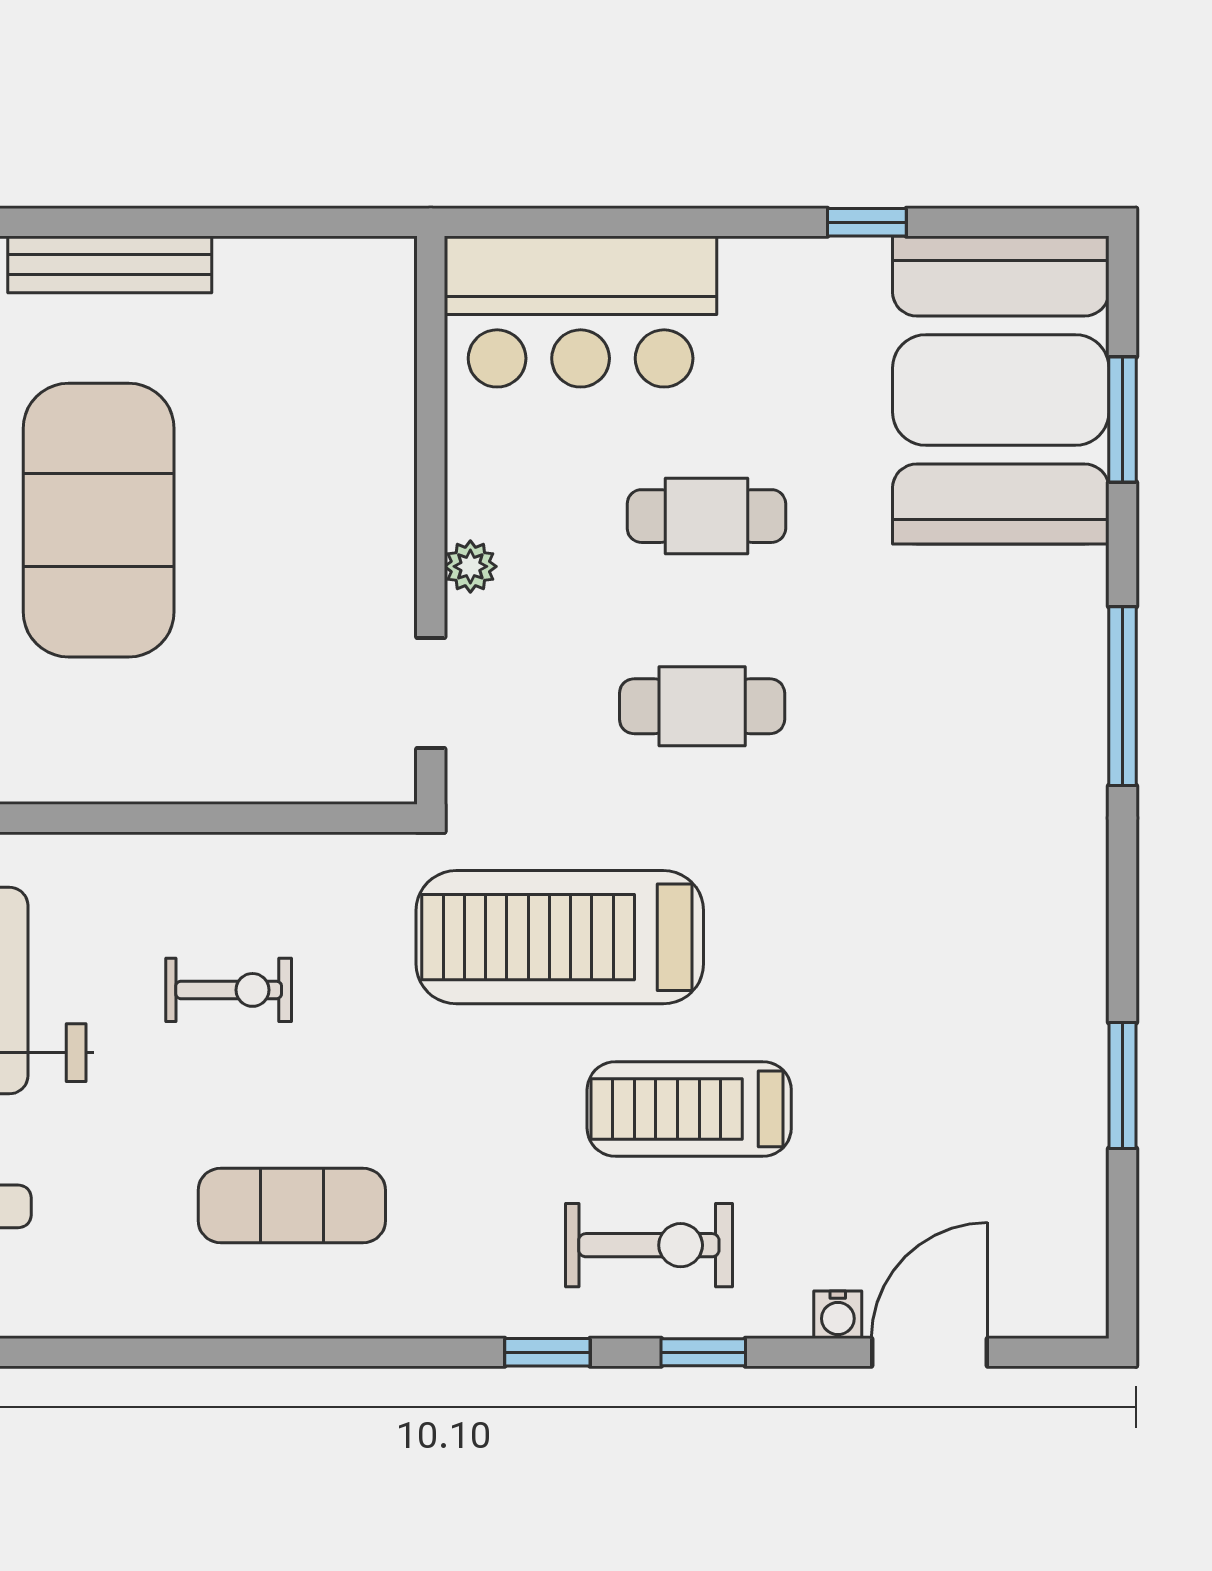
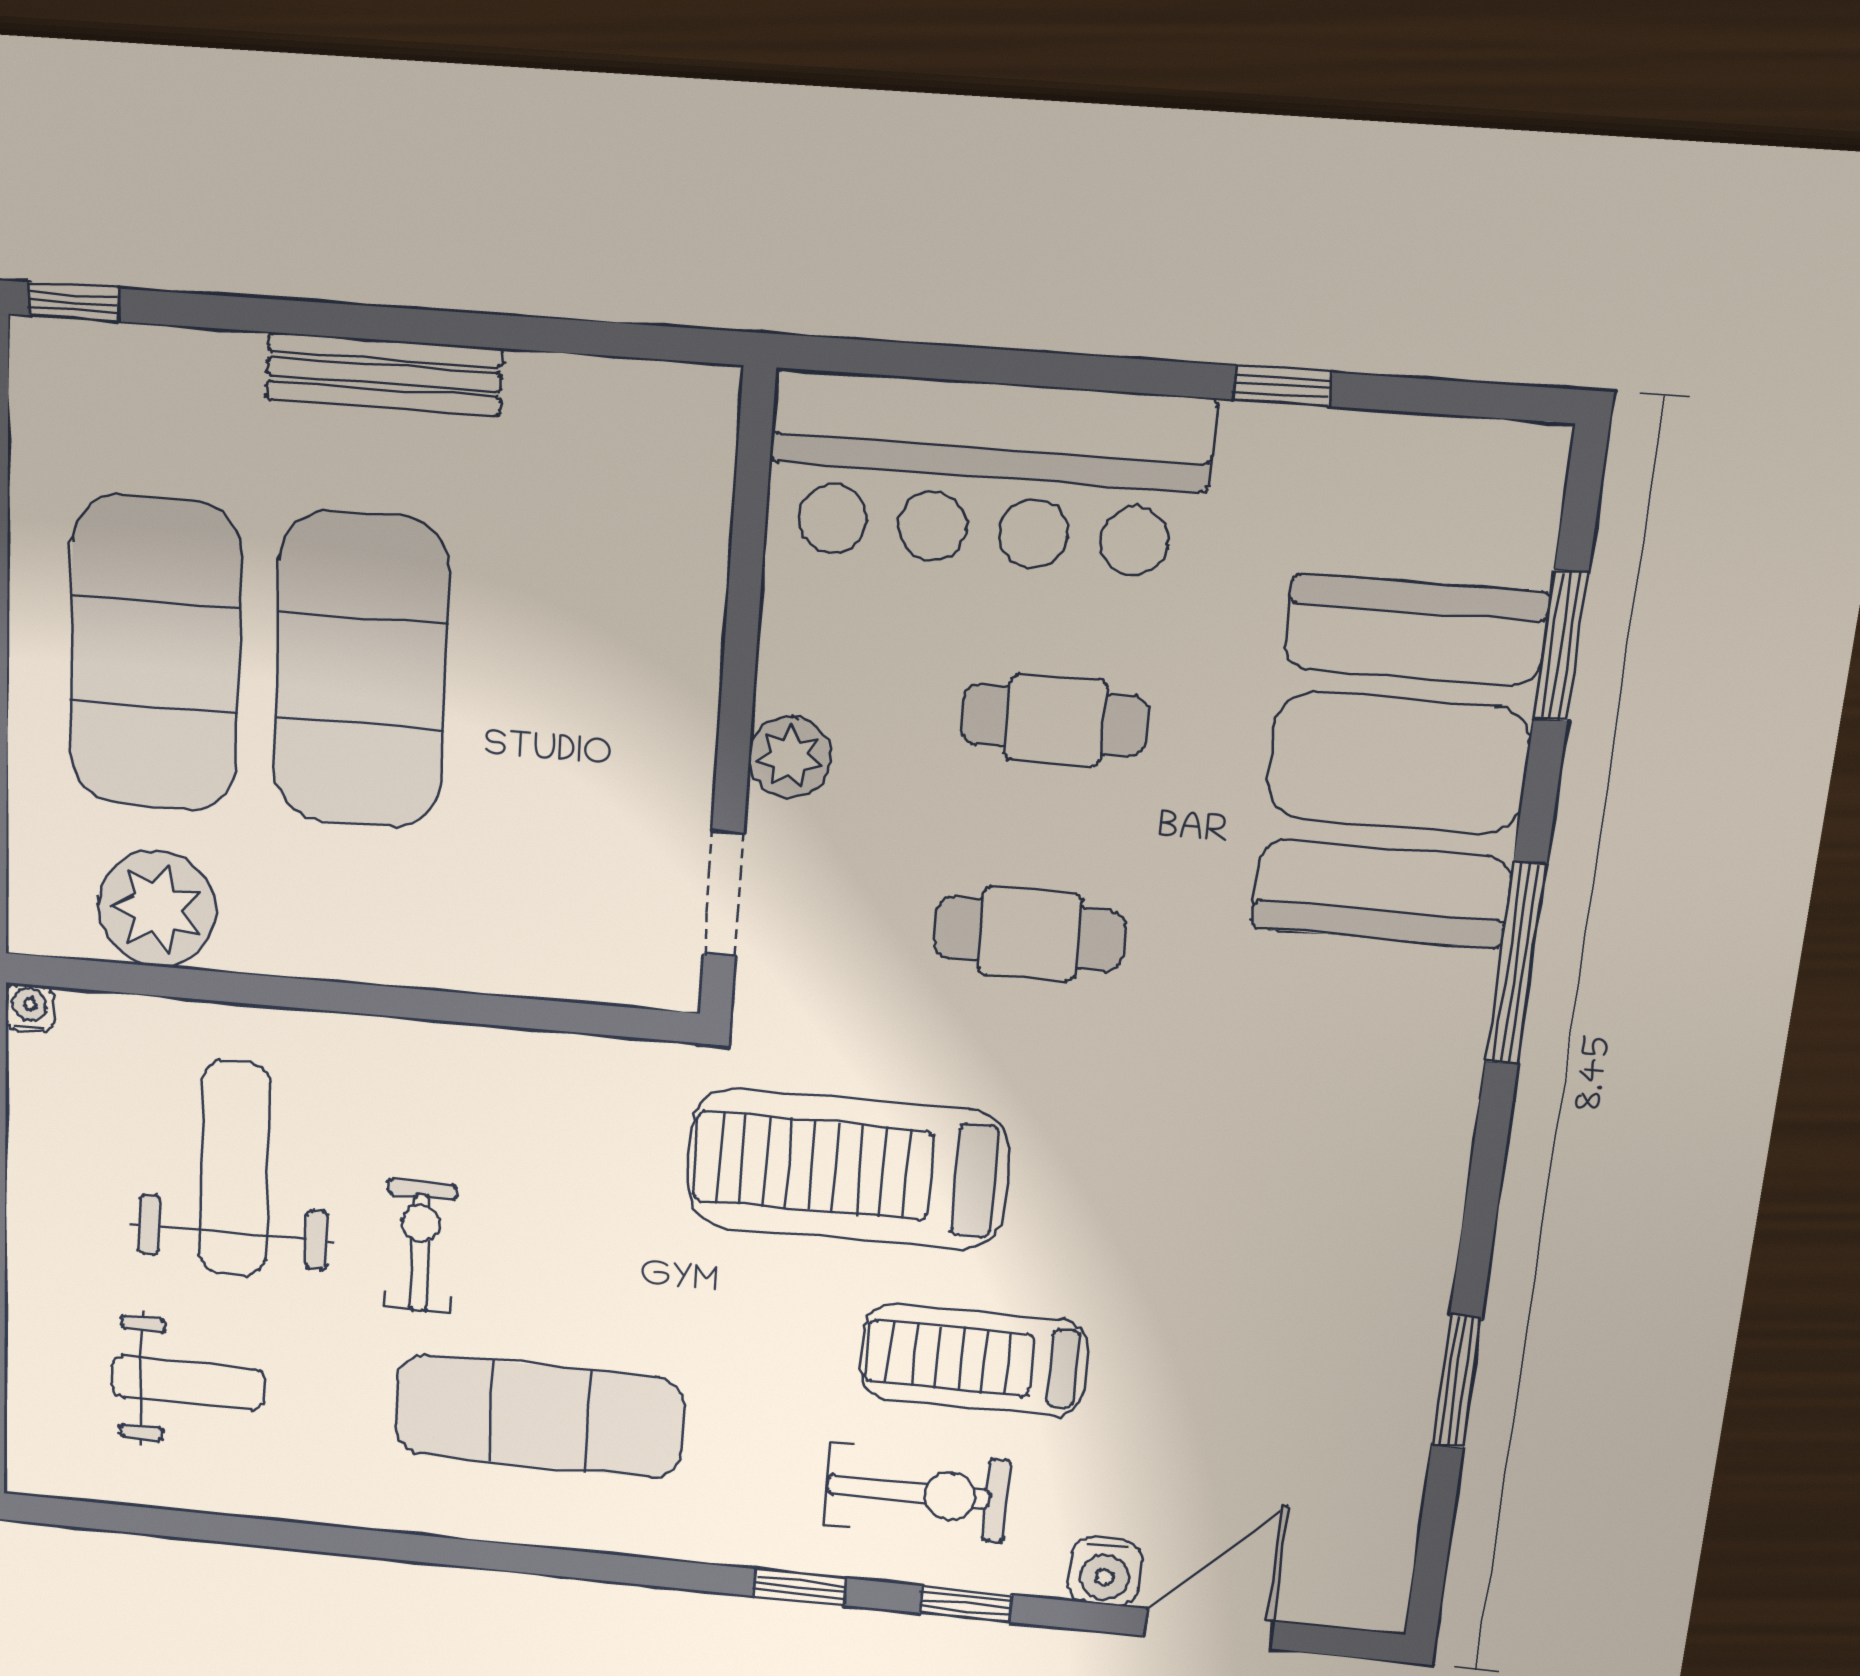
bar counter: (581, 312) -> (988, 474), width x1.36
booth: (1001, 390) -> (1398, 763), moved
plant: (470, 566) -> (790, 757), width x1.38, depth x1.38
exercise bike: (229, 990) -> (420, 1246), moved, turned -90
exercise mat: (292, 1205) -> (539, 1416), width x1.36, depth x1.45
water cooler: (838, 1315) -> (1105, 1572), width x1.38, depth x1.38

